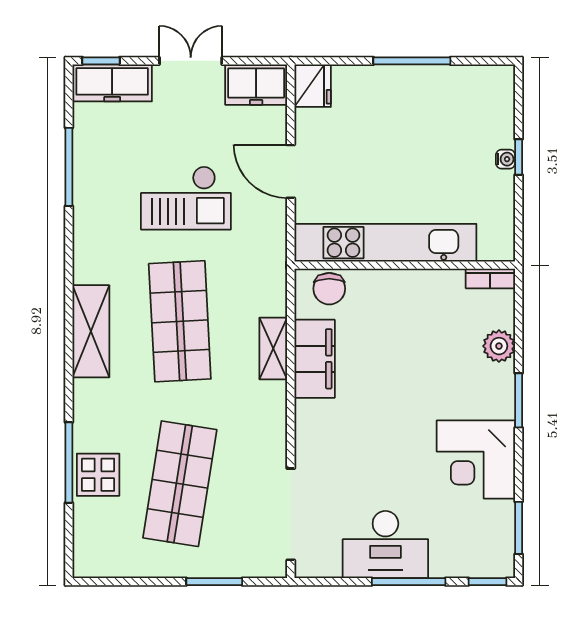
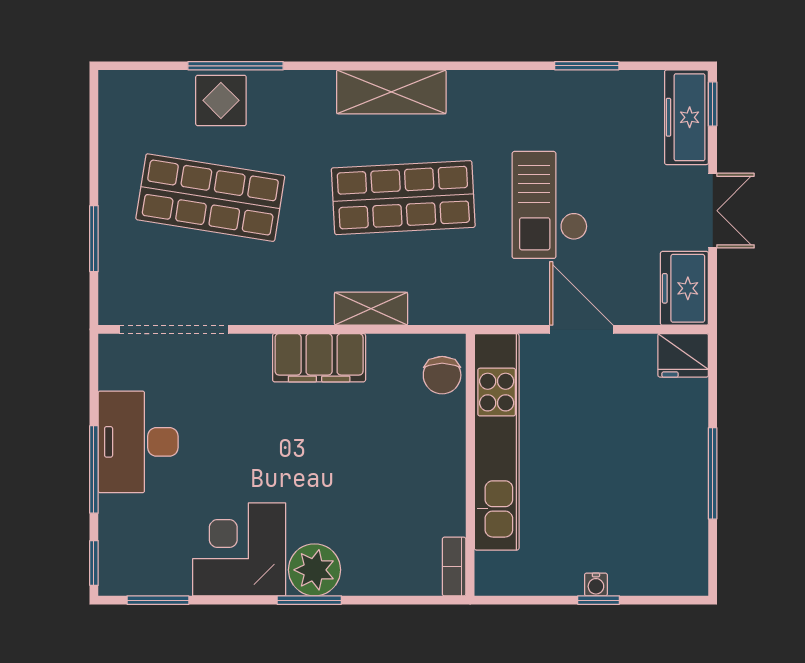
window: (69, 167) -> (587, 66), width x0.69
door: (291, 171) -> (581, 329), hinge flipped
chair: (329, 289) -> (442, 375), turned -90
plant: (499, 346) -> (314, 570), moved, width x1.36, depth x1.36
filing cabinet: (315, 359) -> (319, 358), moved

